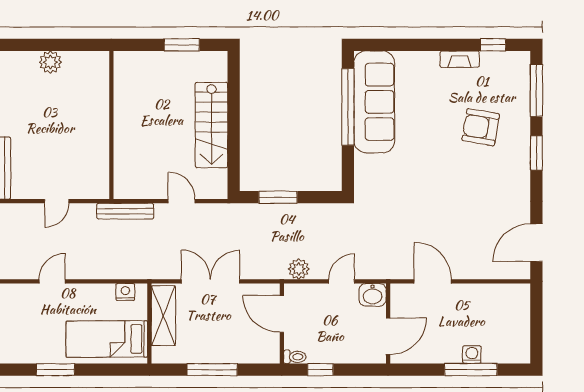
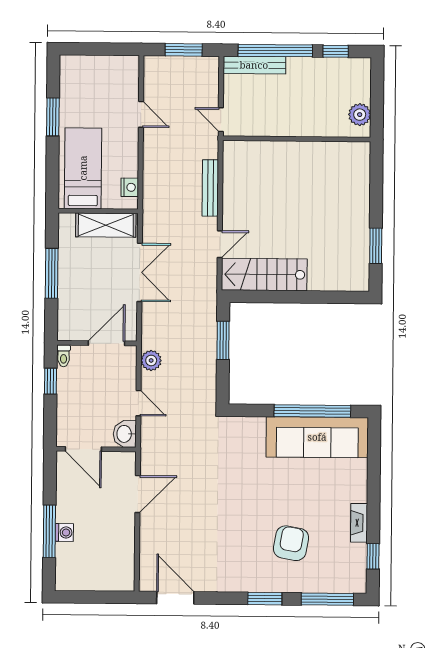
wall: (111, 125) -> (297, 139), moved
stairs: (211, 125) -> (264, 274), moved

